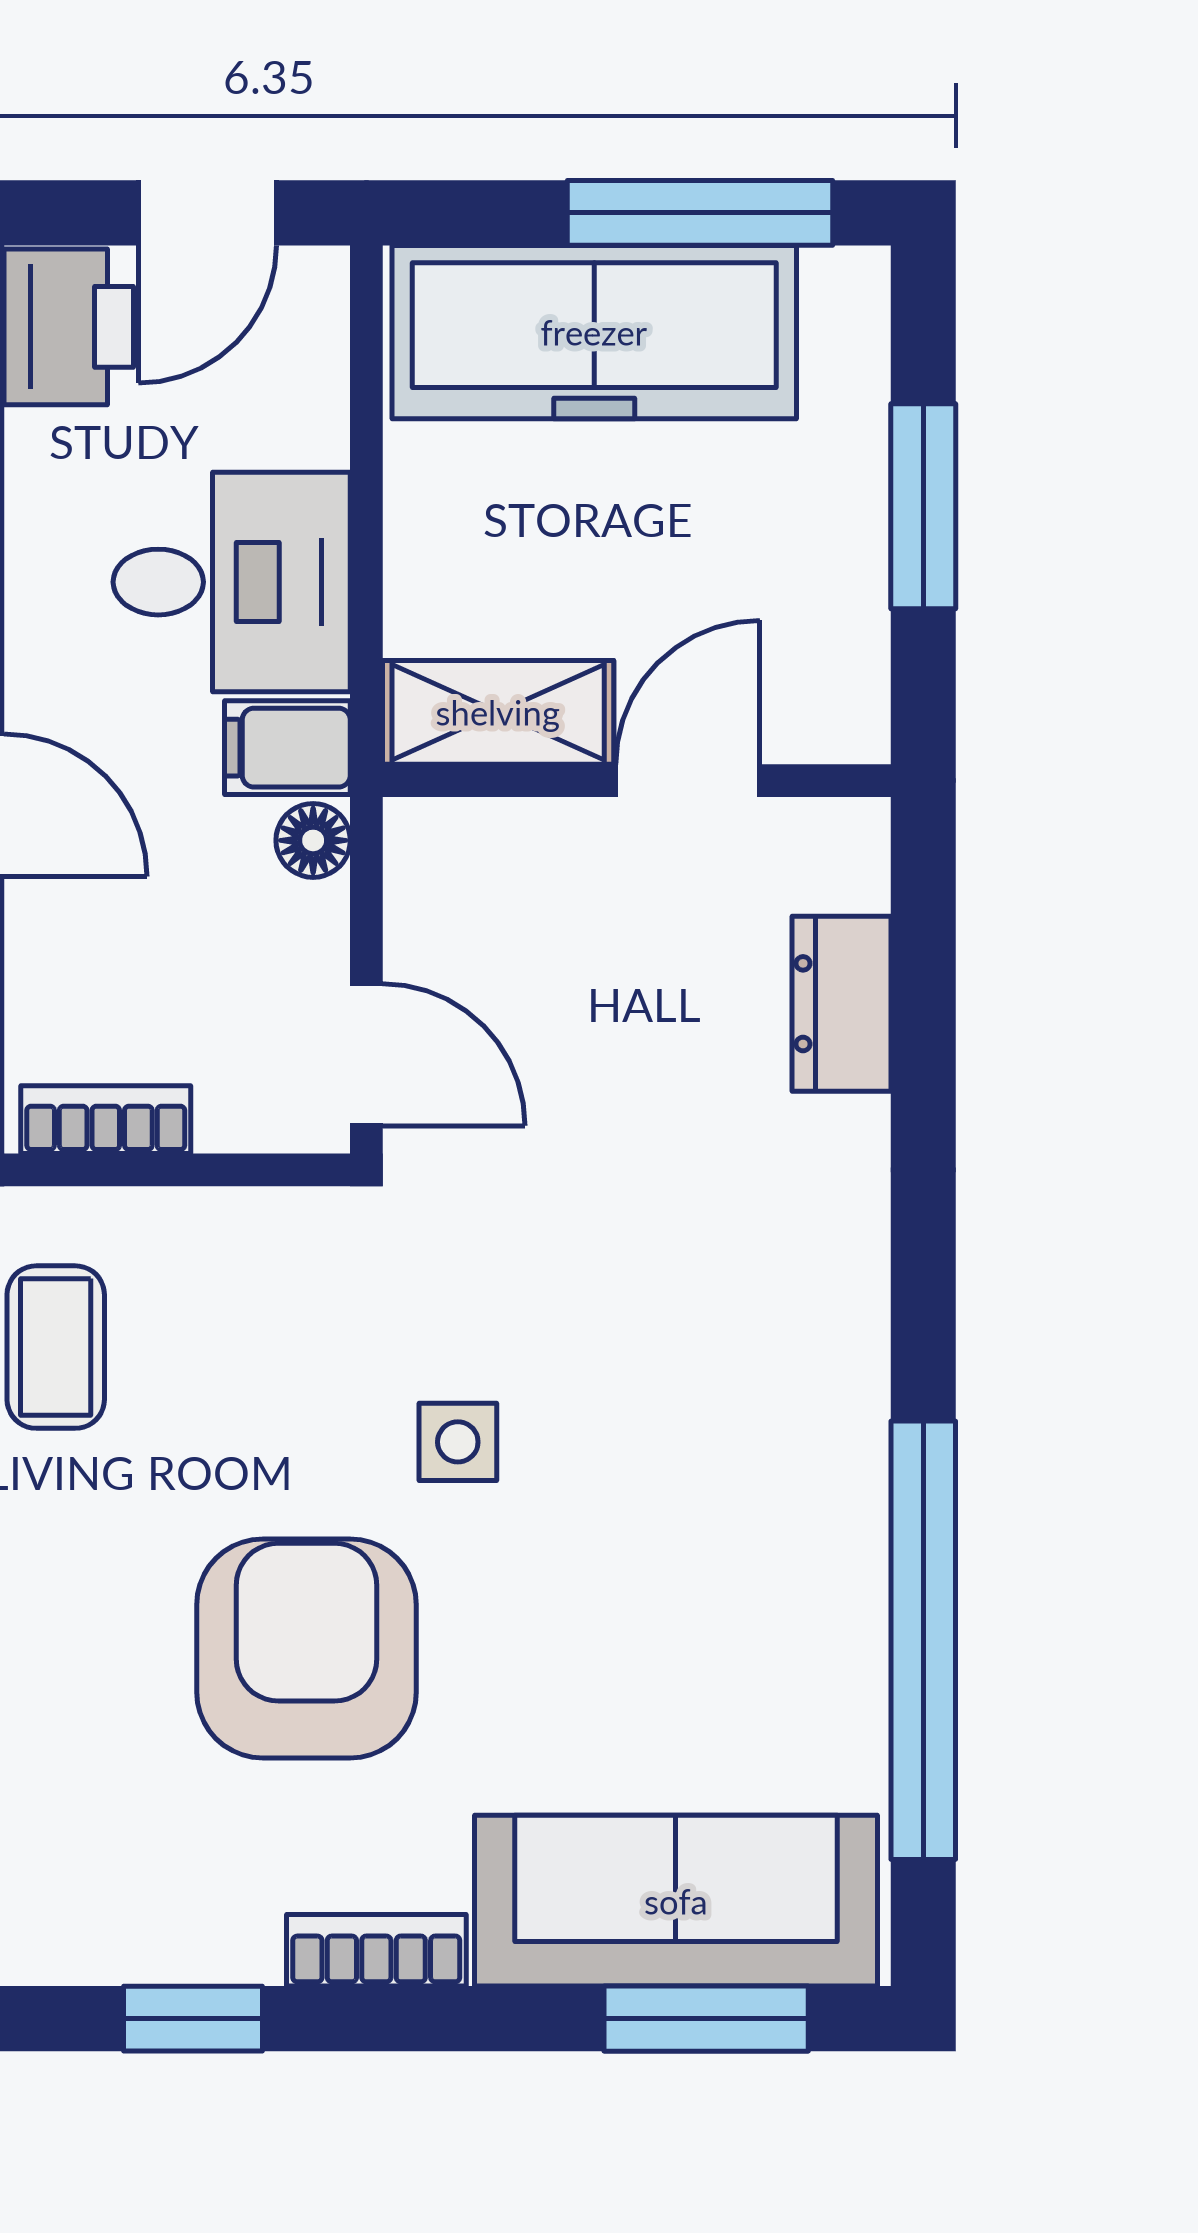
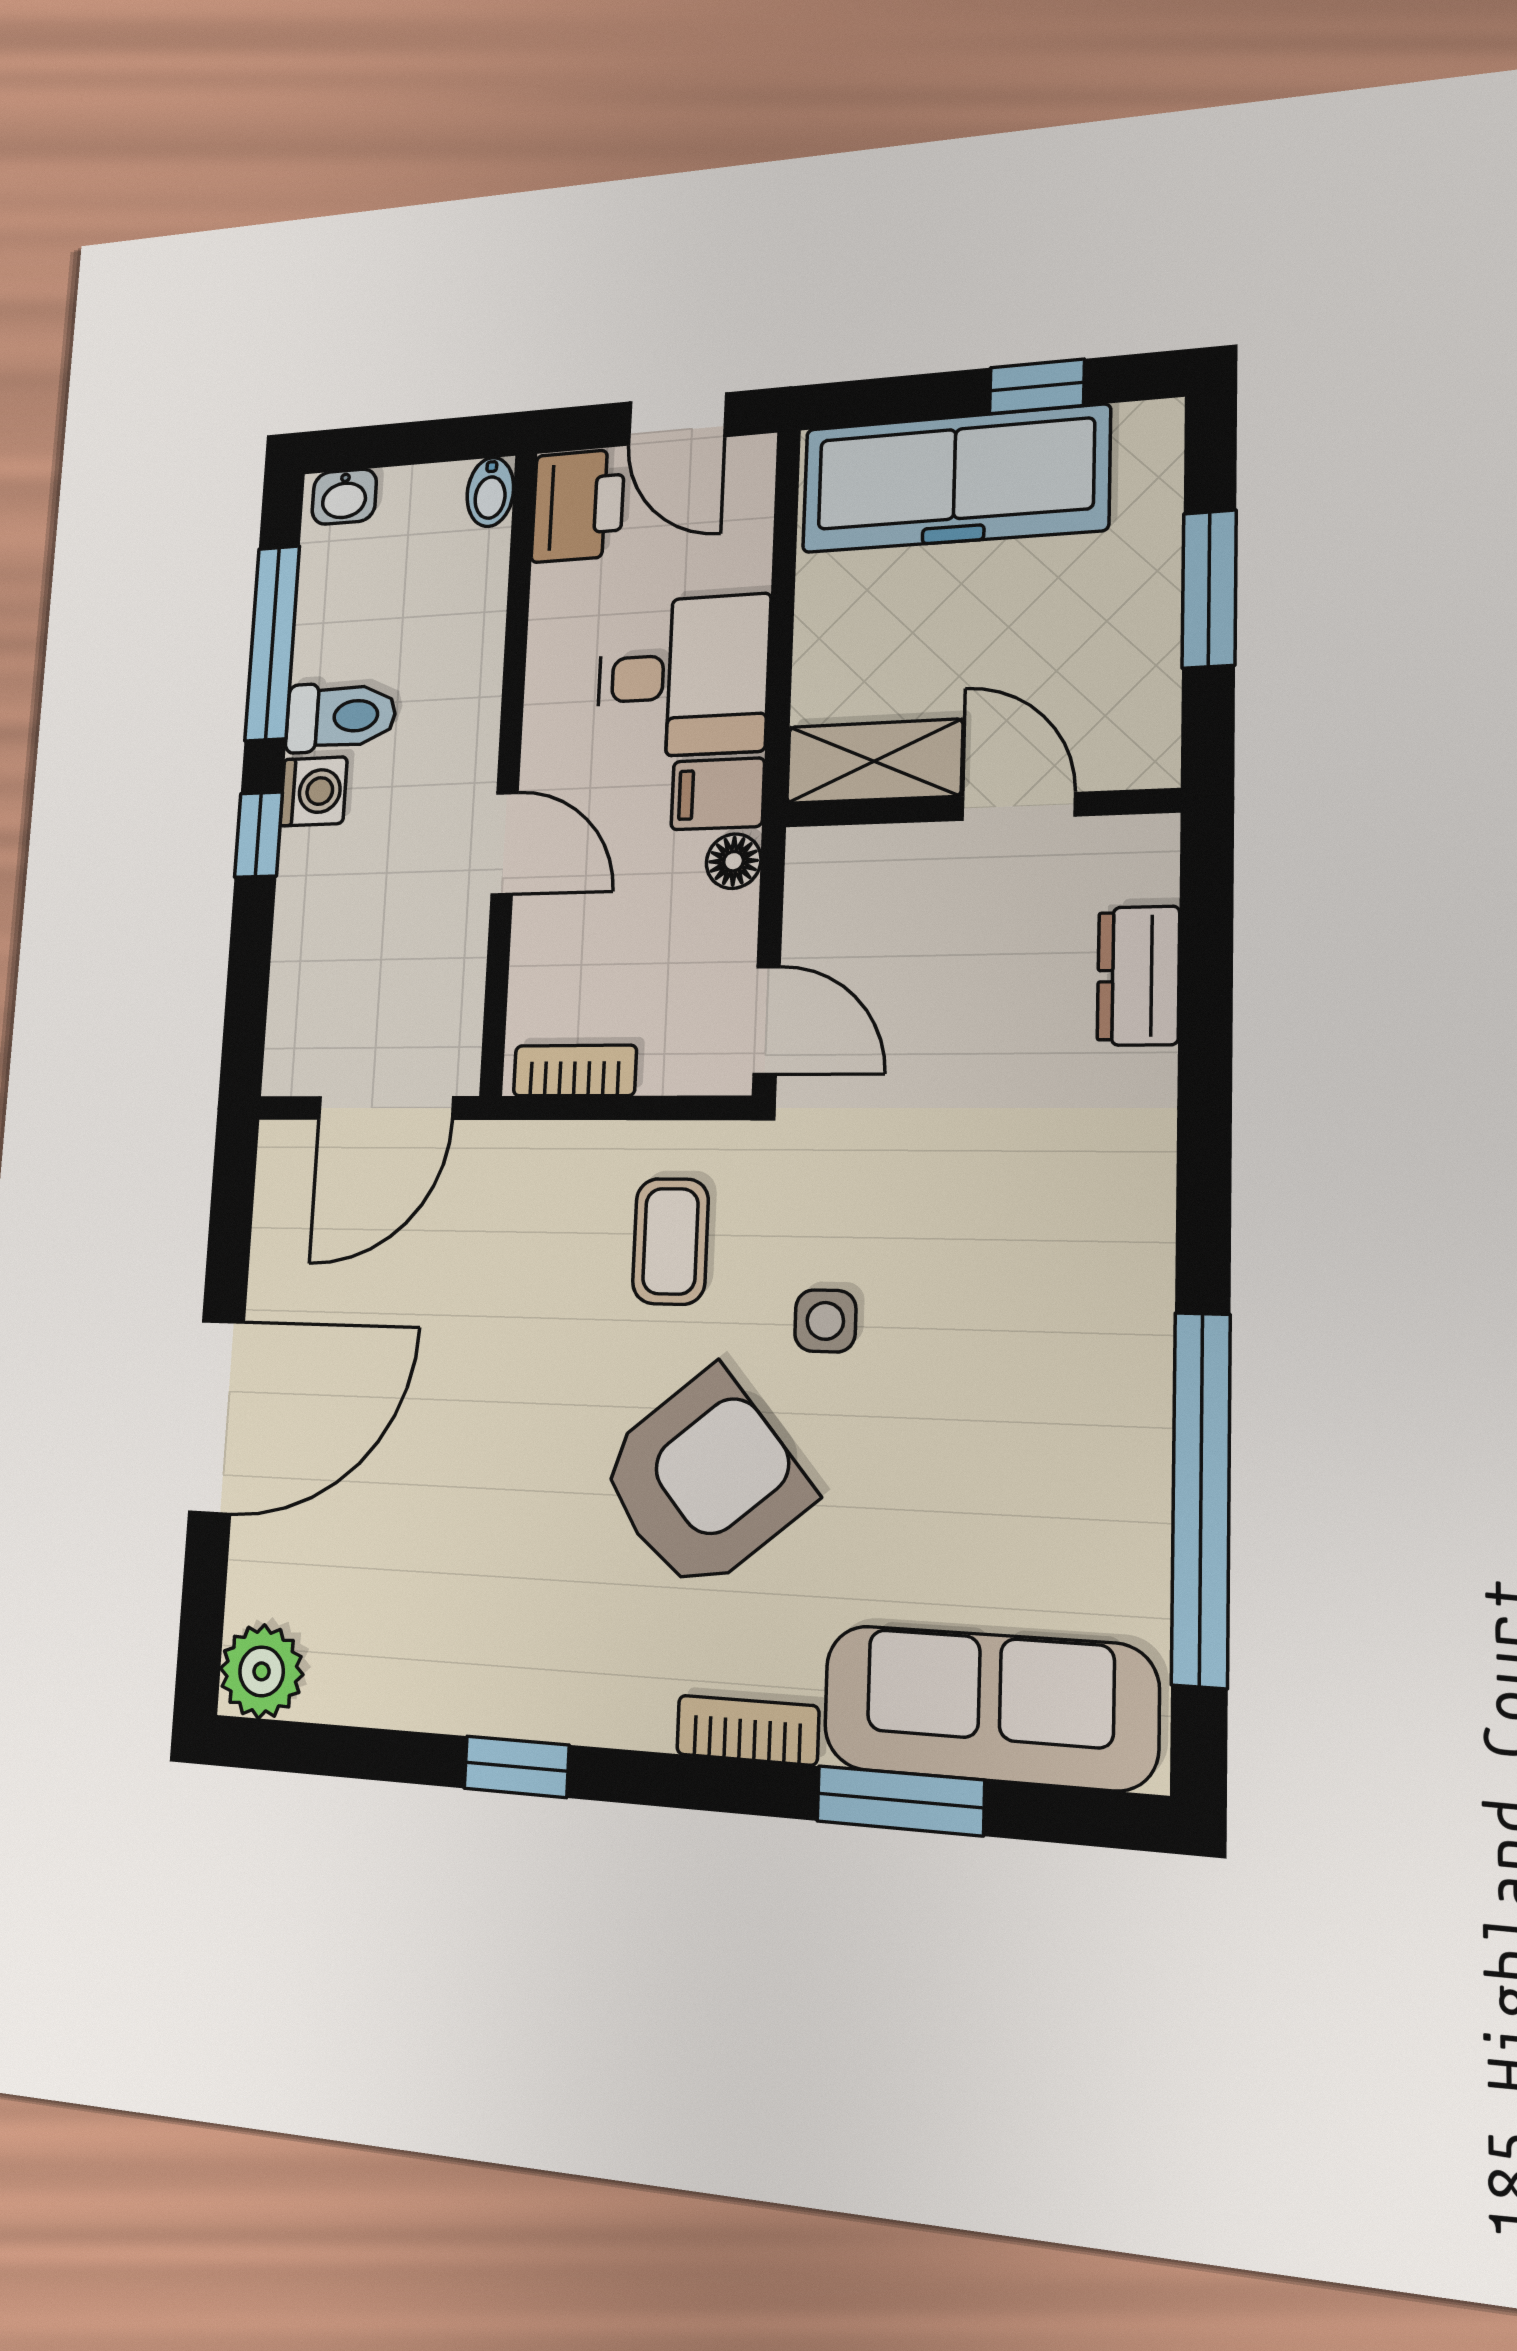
door: (207, 213) -> (677, 419), hinge flipped
window: (700, 213) -> (1037, 387), width x0.46
door: (688, 781) -> (1018, 806), hinge flipped
coffee table: (56, 1347) -> (671, 1241), moved
armchair: (307, 1648) -> (704, 1481), turned 50
window: (193, 2019) -> (516, 1767), moved
window: (706, 2019) -> (900, 1801), moved

